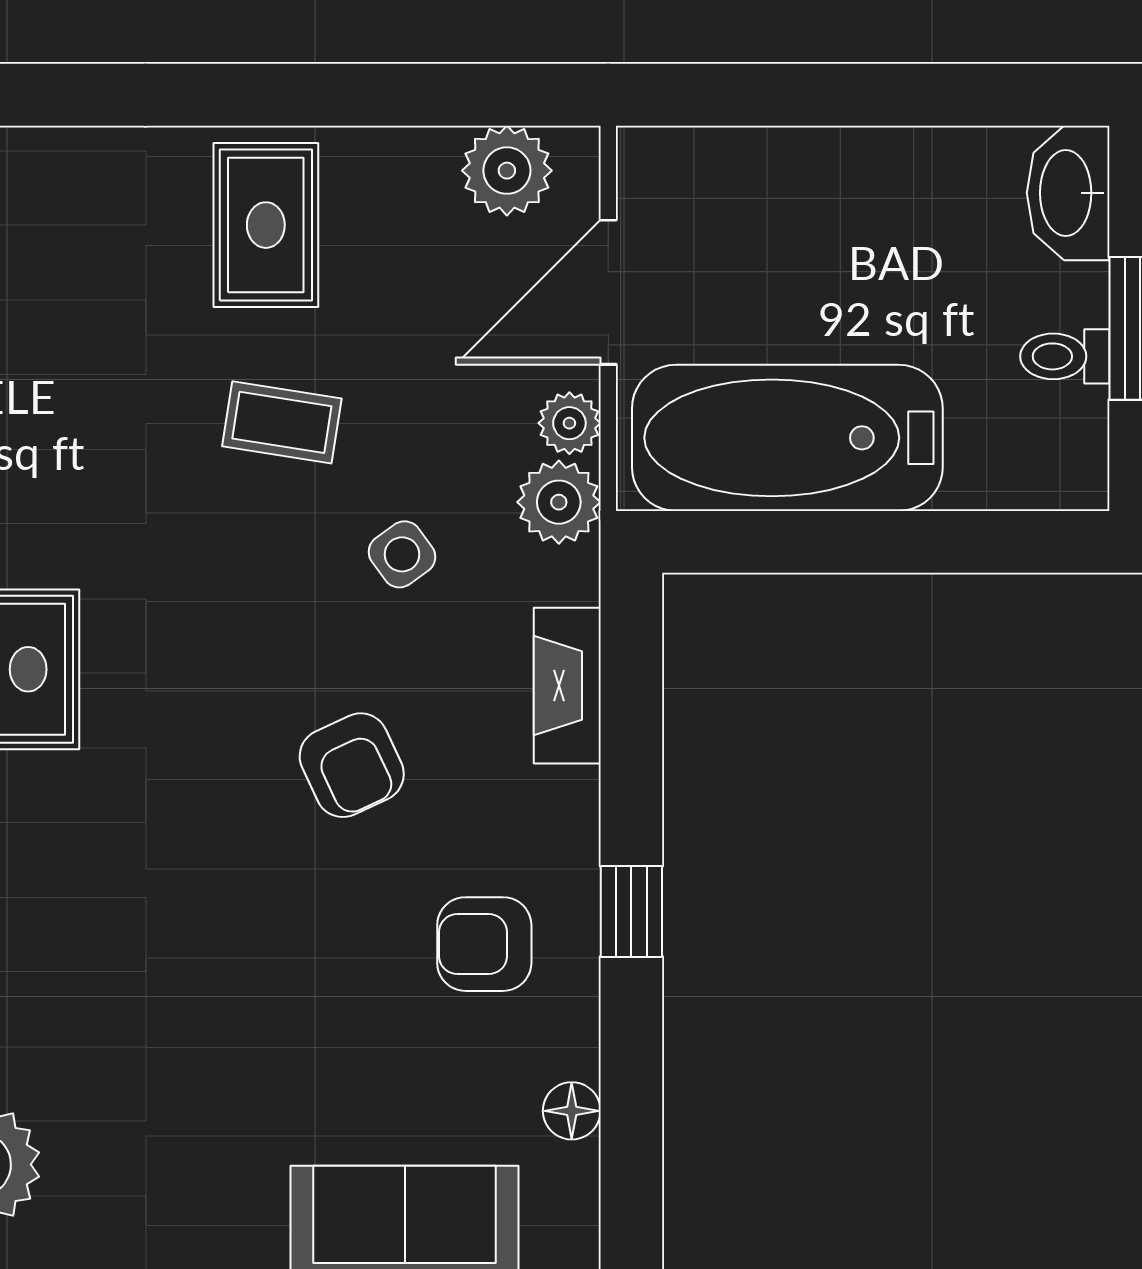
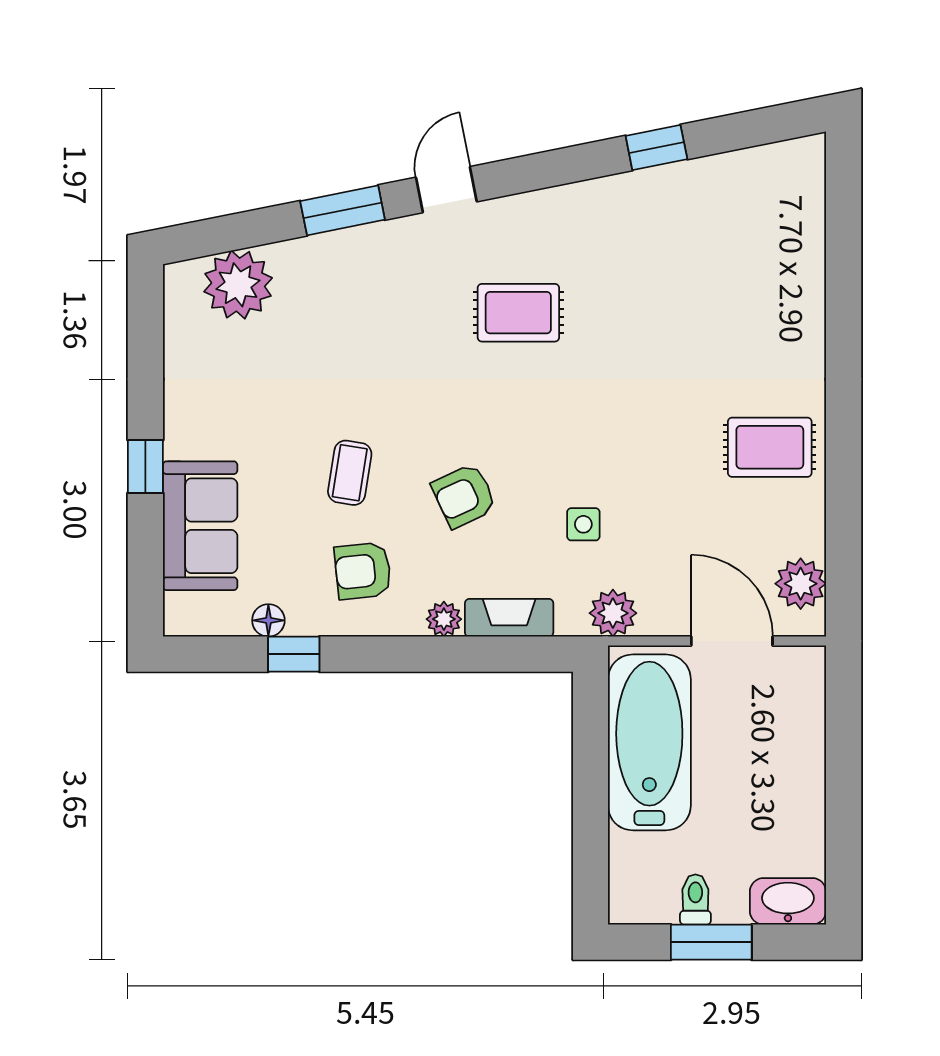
coffee table: (282, 422) -> (350, 473), moved
plant: (569, 423) -> (444, 619), moved
side table: (402, 554) -> (583, 524), turned 36
window: (631, 911) -> (294, 654), moved
armchair: (484, 944) -> (363, 571), turned -96

